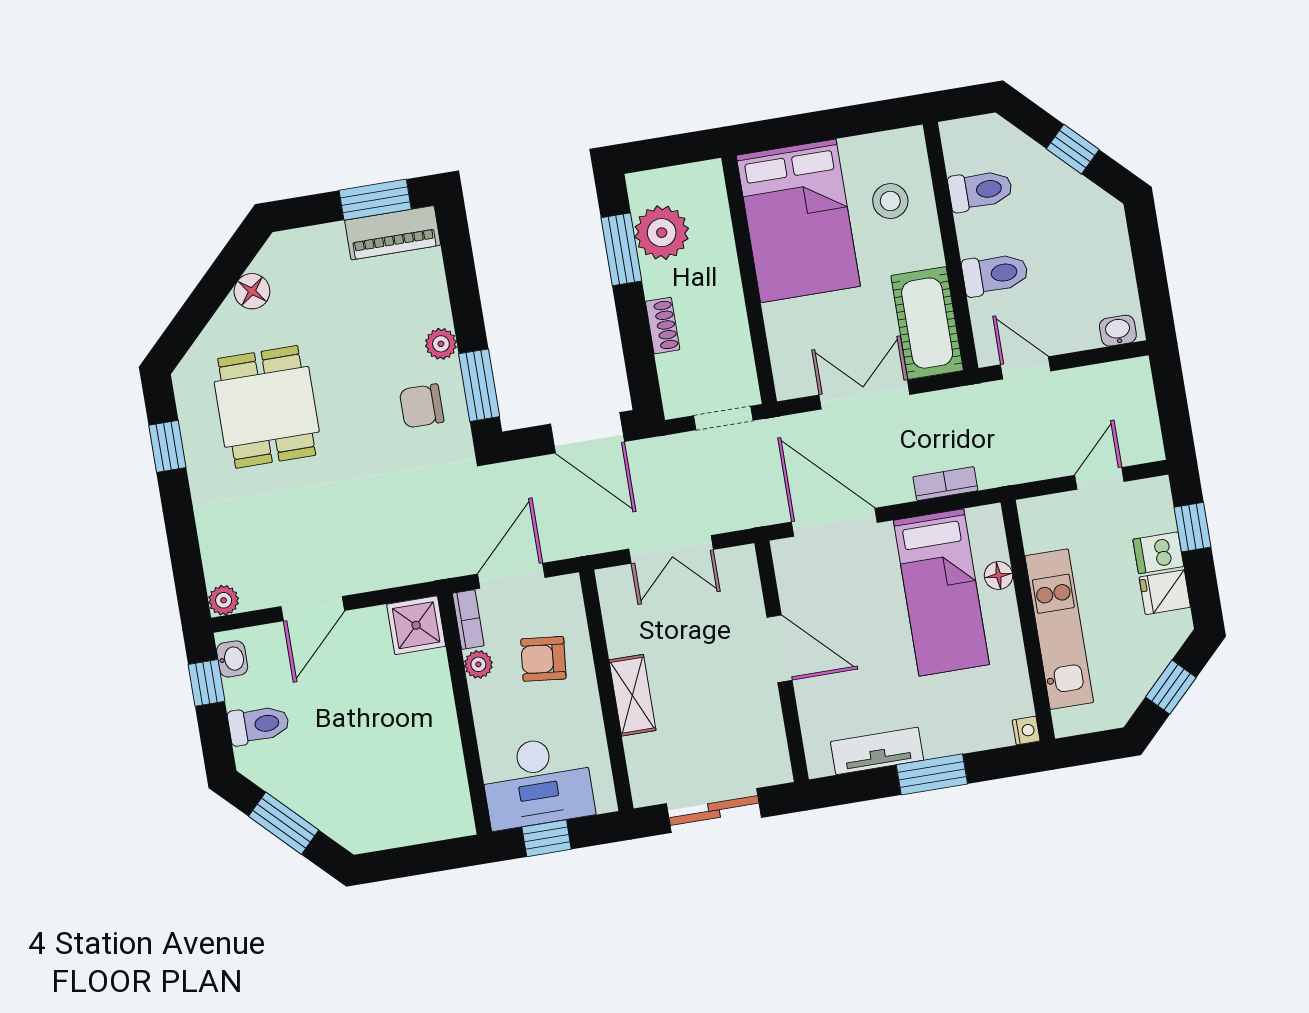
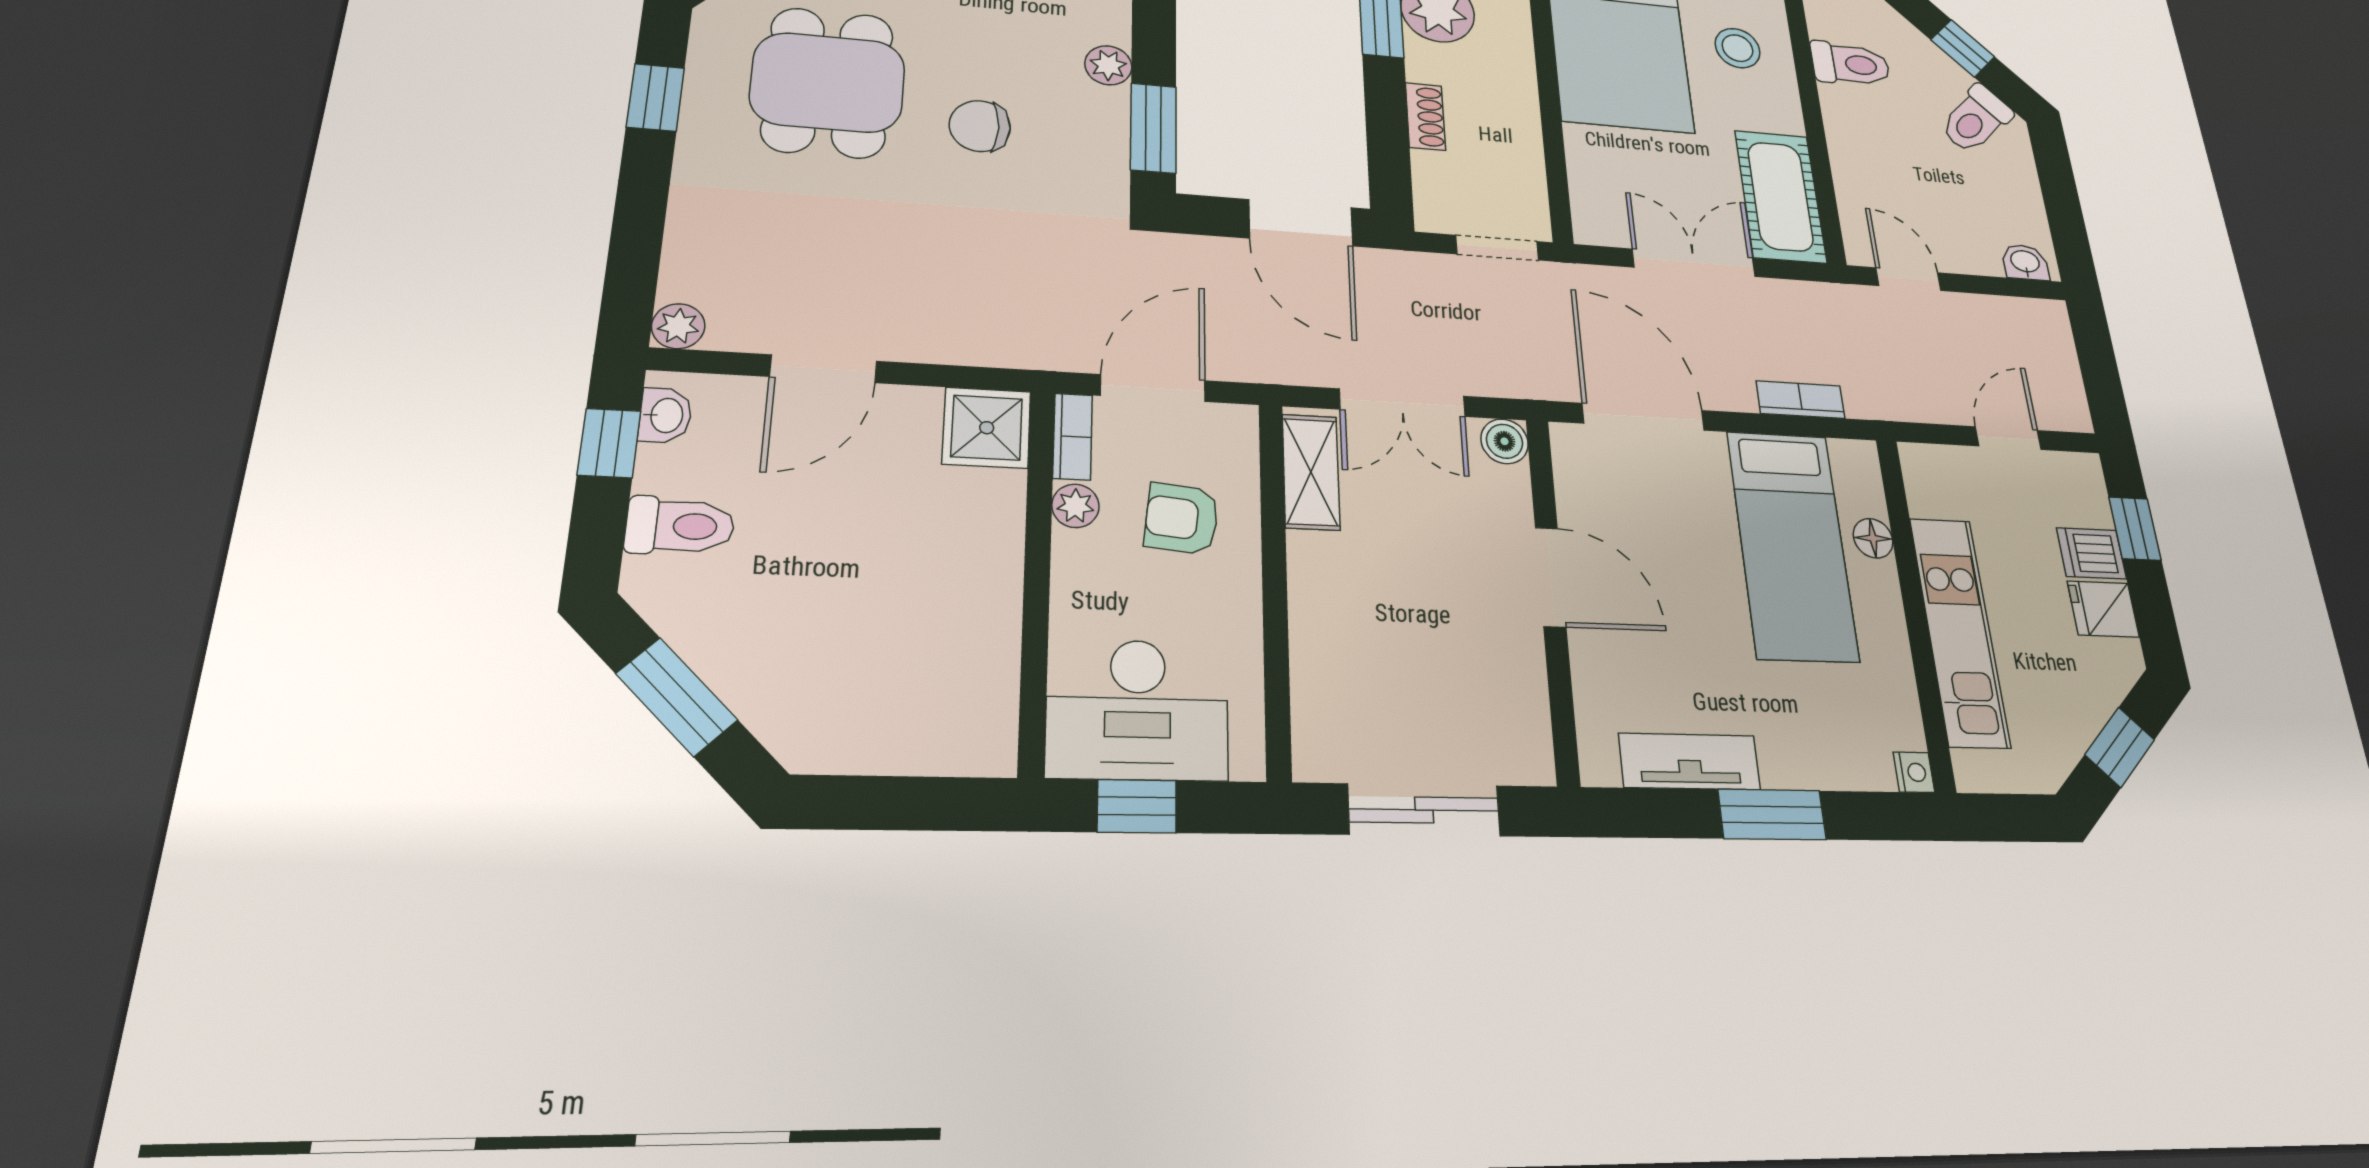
toilet: (995, 274) -> (1976, 119), moved, turned 135
chair: (422, 406) -> (980, 126), moved
boiler: (741, 561) -> (1505, 441), added
shelving: (632, 695) -> (1311, 472), moved

